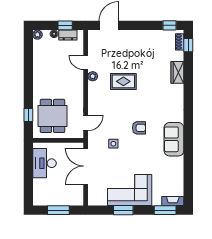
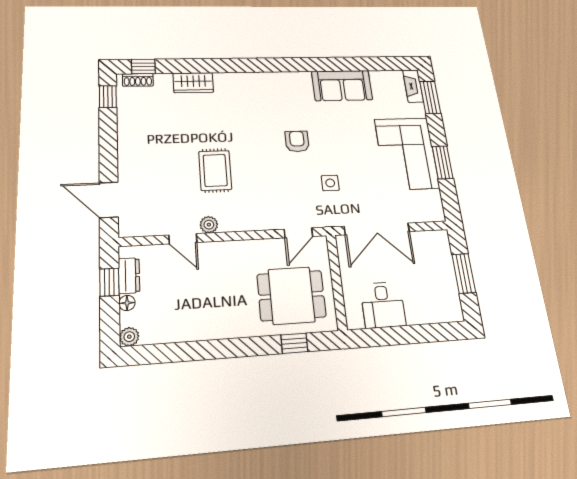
door: (86, 63) -> (183, 239), hinge flipped
door: (86, 123) -> (298, 233), swing flipped
sofa: (174, 139) -> (342, 86), moved
desk: (44, 163) -> (383, 305), width x0.73

